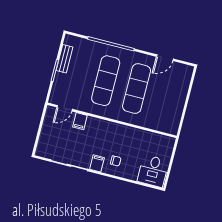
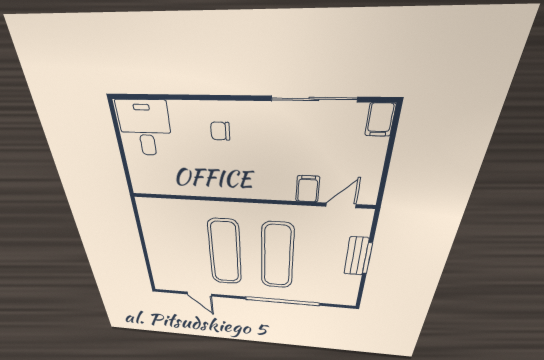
door: (165, 58) -> (199, 294), swing flipped
bench: (64, 59) -> (356, 256), moved
filing cabinet: (97, 163) -> (380, 120), moved

